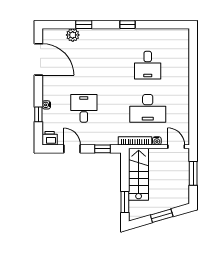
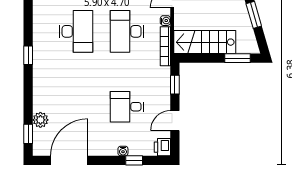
window: (84, 25) -> (28, 134), moved
desk: (148, 65) -> (76, 31), width x1.37
desk: (148, 108) -> (127, 31), turned 180

